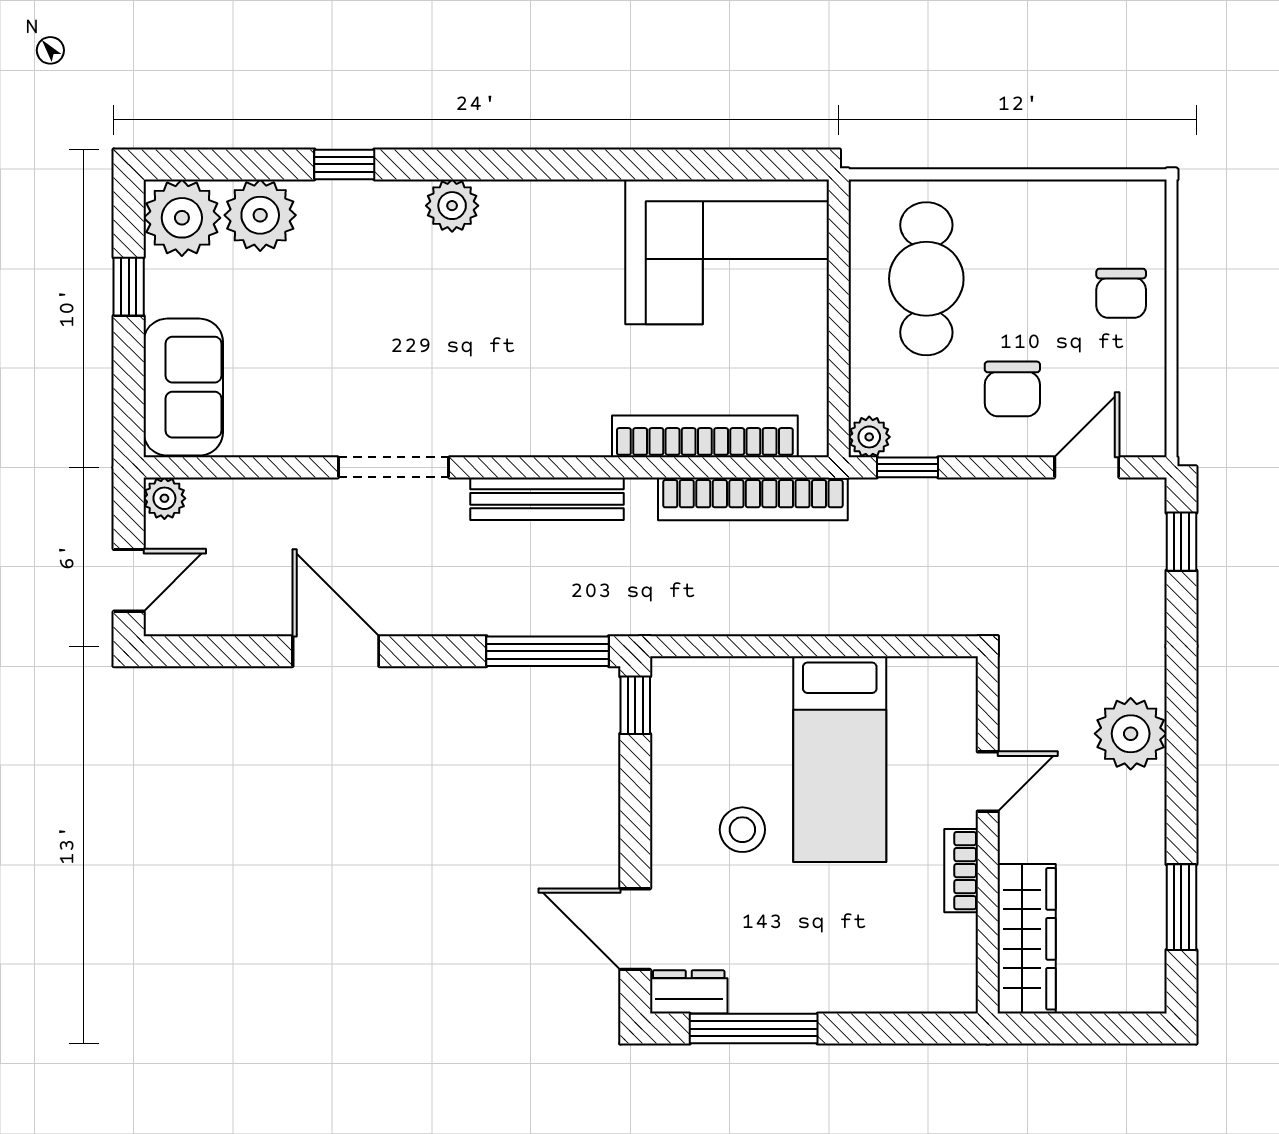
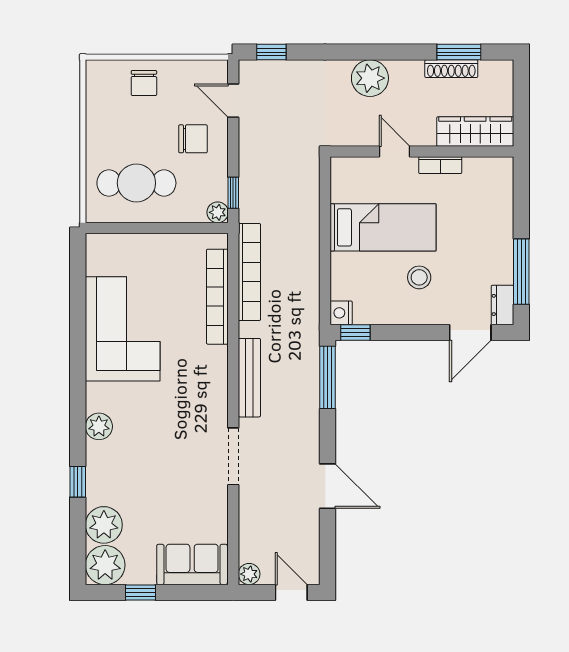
corner sofa: (727, 252) -> (123, 329), moved
chair: (1121, 293) -> (144, 83), turned 90
door: (336, 651) -> (328, 486), swing flipped
nightstand: (673, 678) -> (341, 313), added
shoe rack: (1149, 892) -> (451, 69), added

